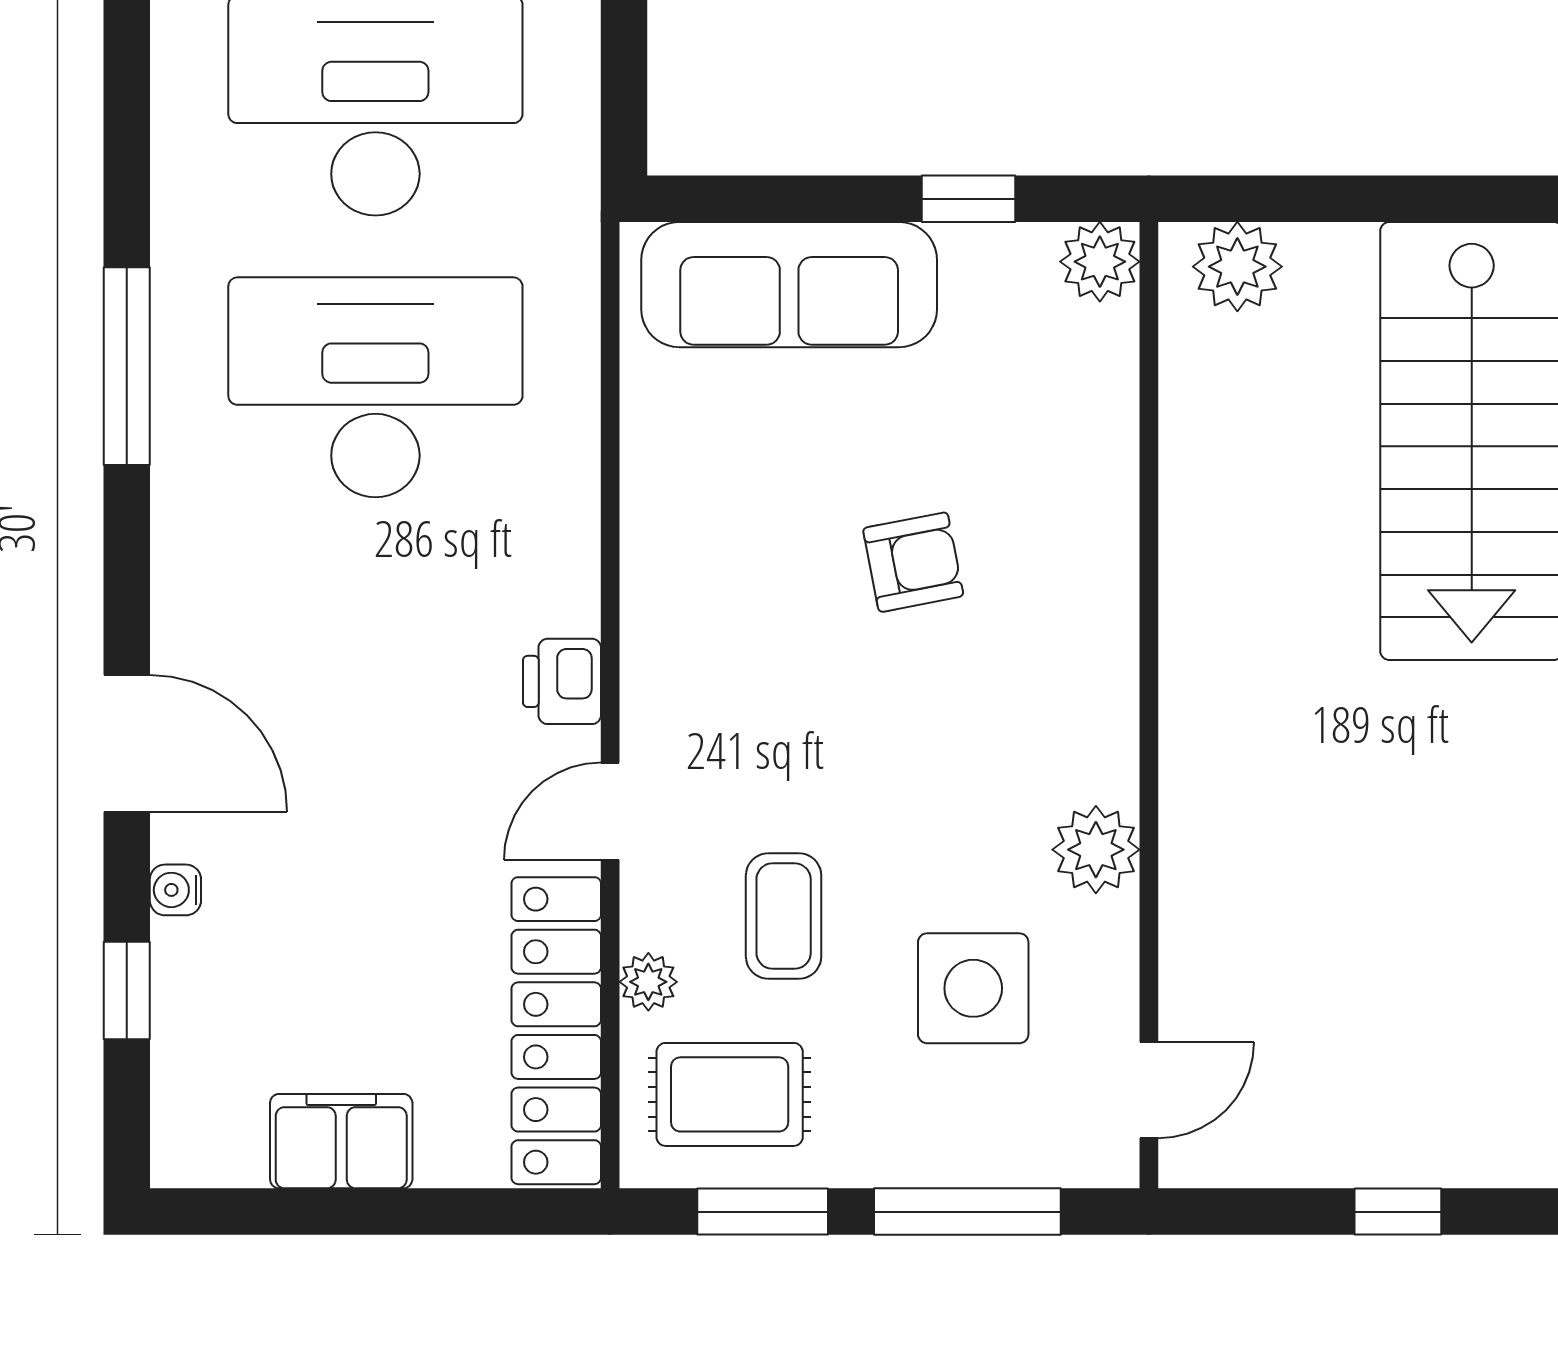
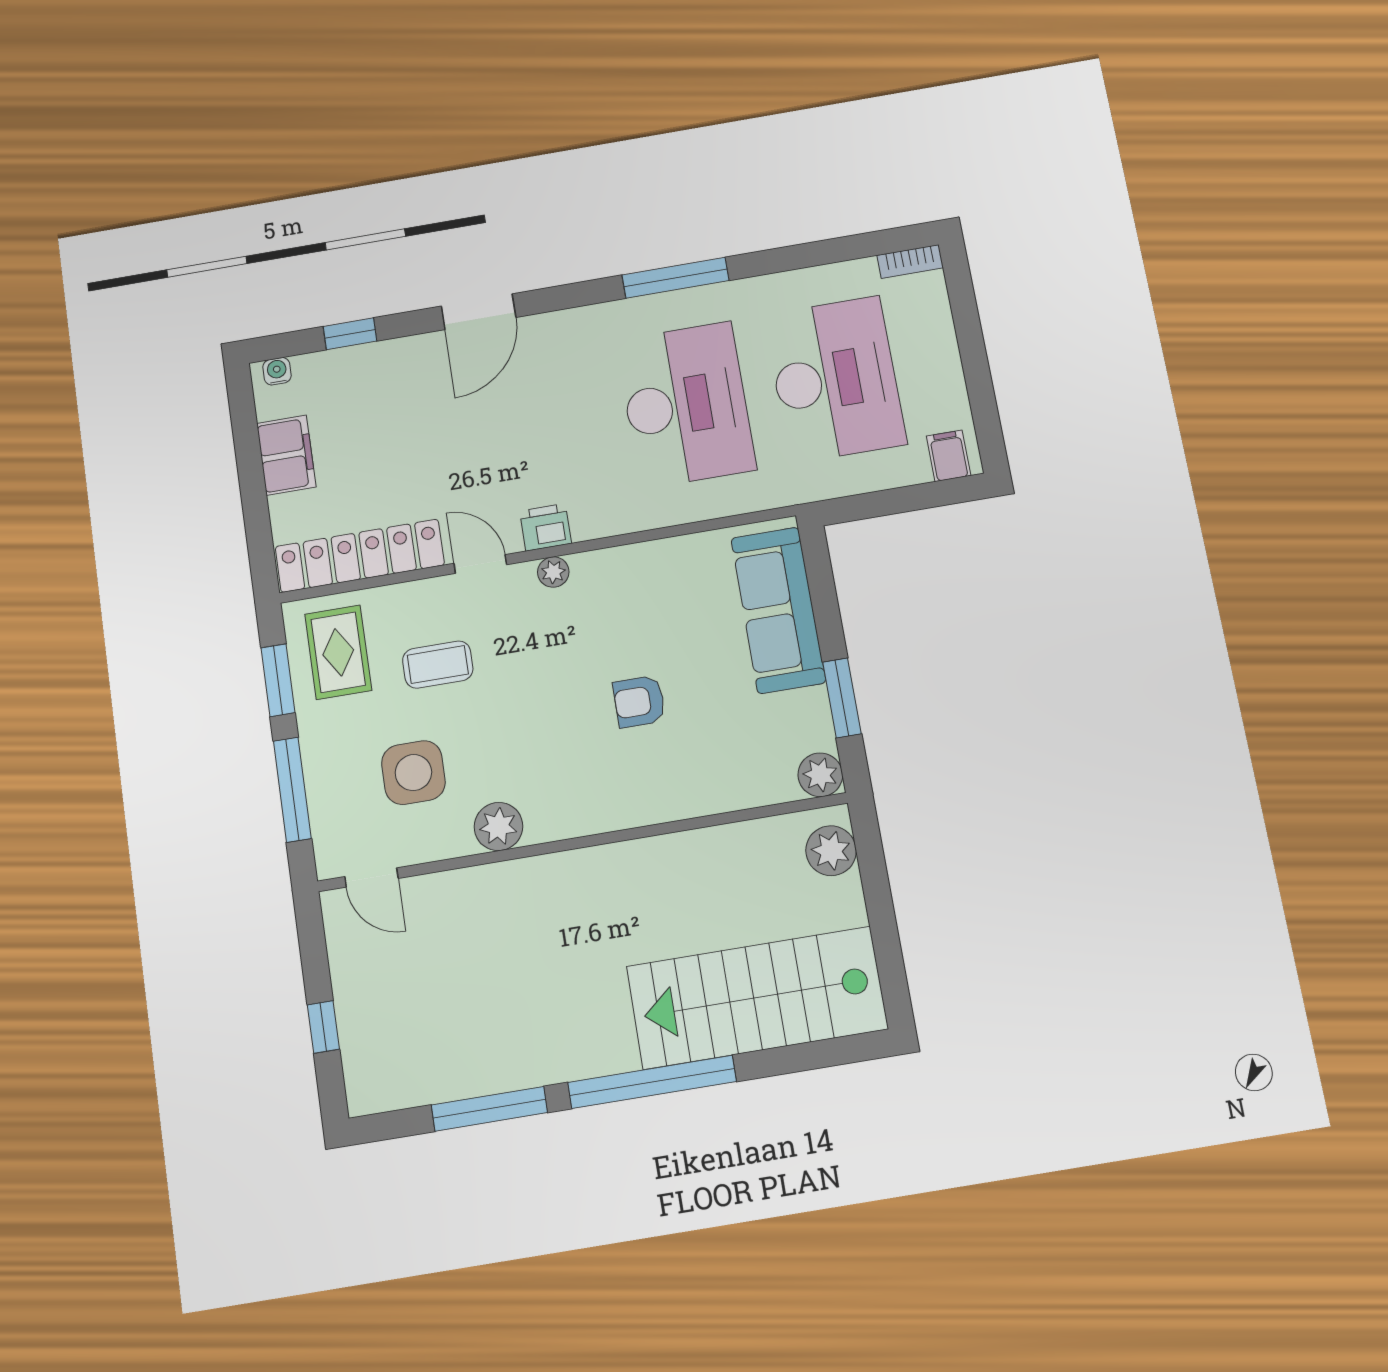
window: (968, 199) -> (842, 698), width x1.50
armchair: (913, 562) -> (639, 701), turned 101
water cooler: (175, 890) -> (277, 371), moved
plant: (648, 982) -> (553, 572), moved

